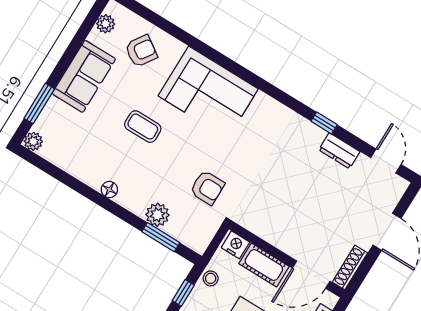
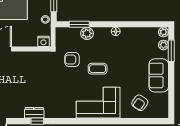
plant: (106, 24) -> (163, 45), moved
coffee table: (143, 127) -> (98, 69), moved
dresser: (339, 151) -> (34, 113), moved
cot: (264, 265) -> (25, 40), removed

